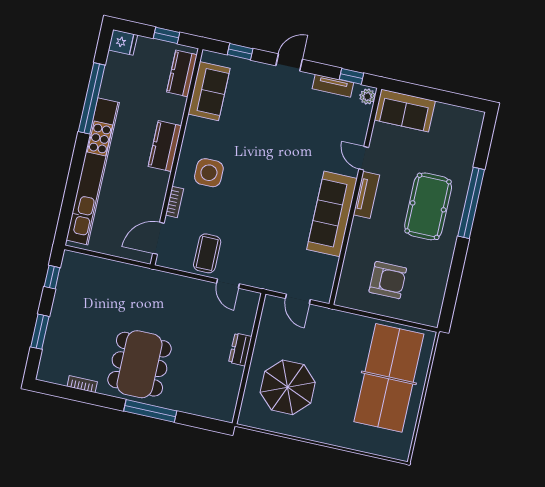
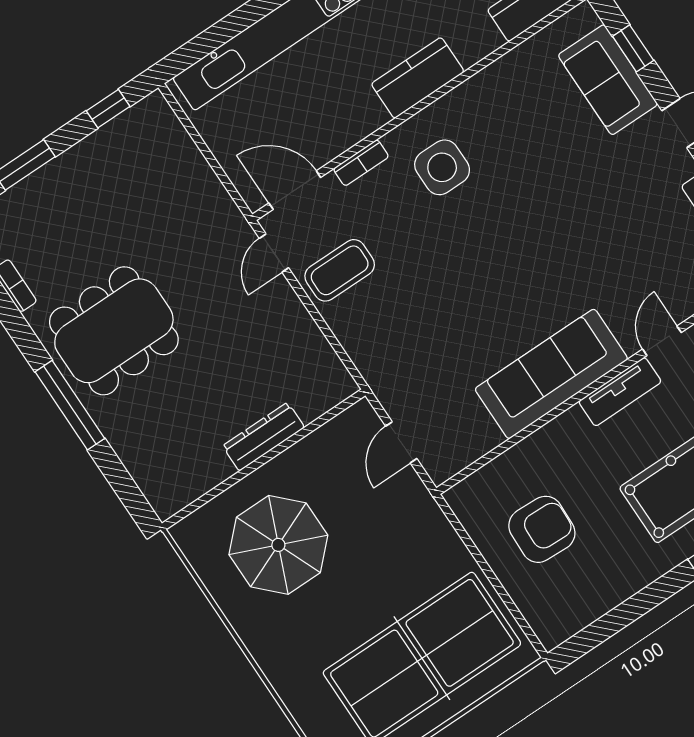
sofa: (209, 91) -> (608, 80), moved, turned 90
armchair: (388, 280) -> (542, 529), turned -88
door: (228, 284) -> (274, 253), moved
dresser: (240, 349) -> (264, 437), width x1.44

